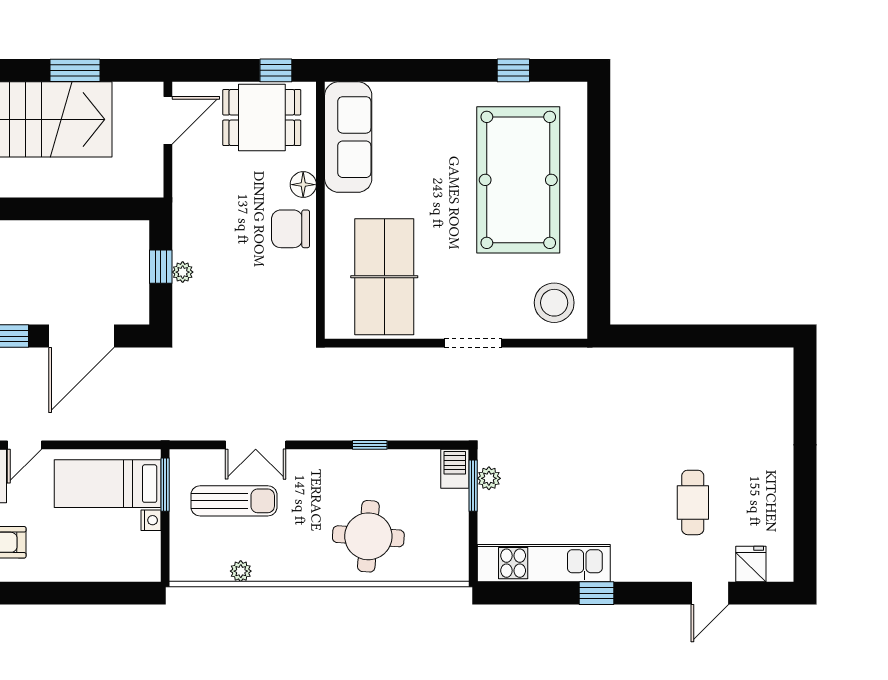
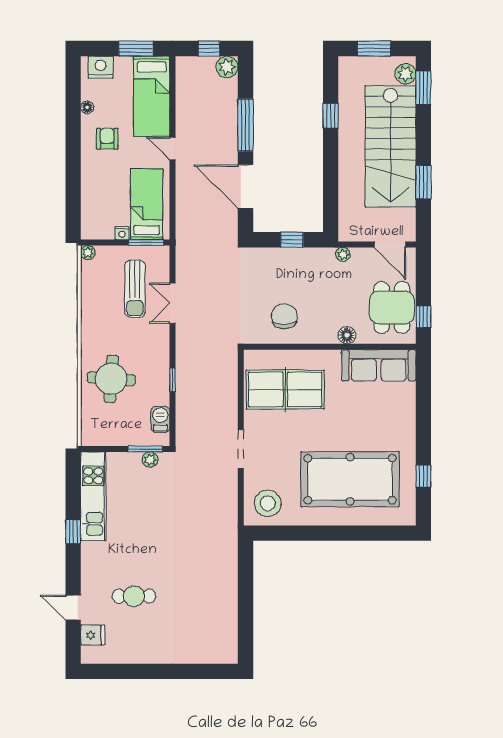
chair: (291, 229) -> (284, 316), moved
plant: (183, 272) -> (343, 254), moved
barbecue: (455, 469) -> (160, 419), moved, turned -90
plant: (241, 571) -> (88, 253), moved

